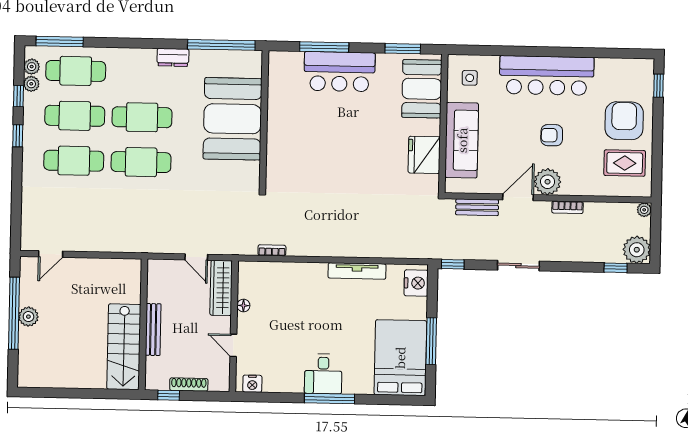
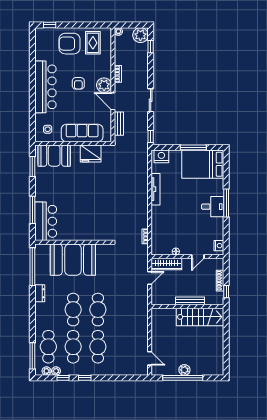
bar counter: (340, 72) -> (46, 221), moved

